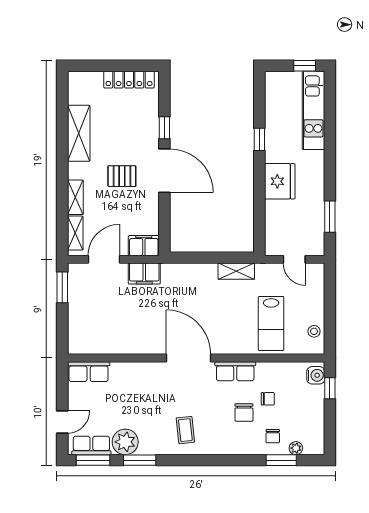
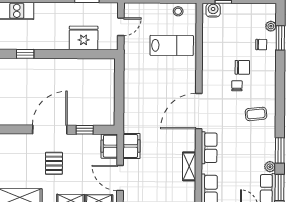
window: (164, 128) -> (85, 130), moved
fridge: (280, 181) -> (84, 38), moved
shelving: (236, 271) -> (189, 166), moved
row of seats: (235, 371) -> (209, 148), moved
chair: (268, 399) -> (237, 86), moved
plant: (125, 442) -> (270, 167), width x0.53, depth x0.53

